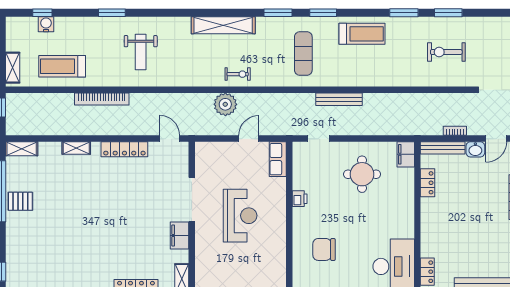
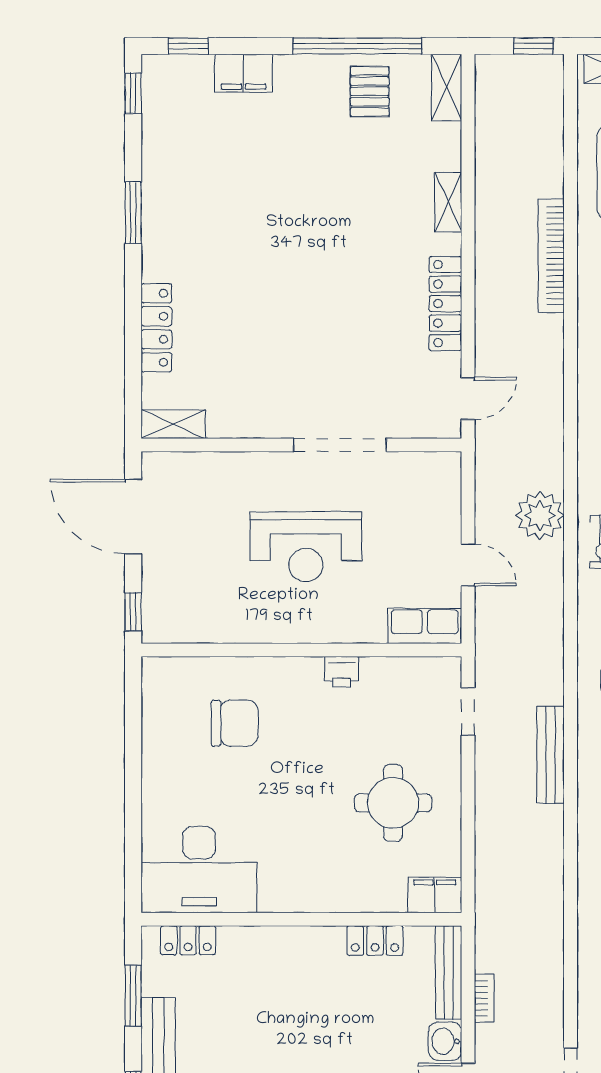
pallet: (20, 201) -> (370, 91), moved
filing cabinet: (180, 235) -> (243, 73), moved, turned 180
chair: (324, 249) -> (235, 723), turned 90

